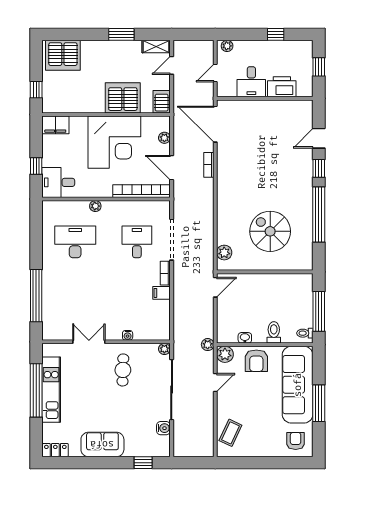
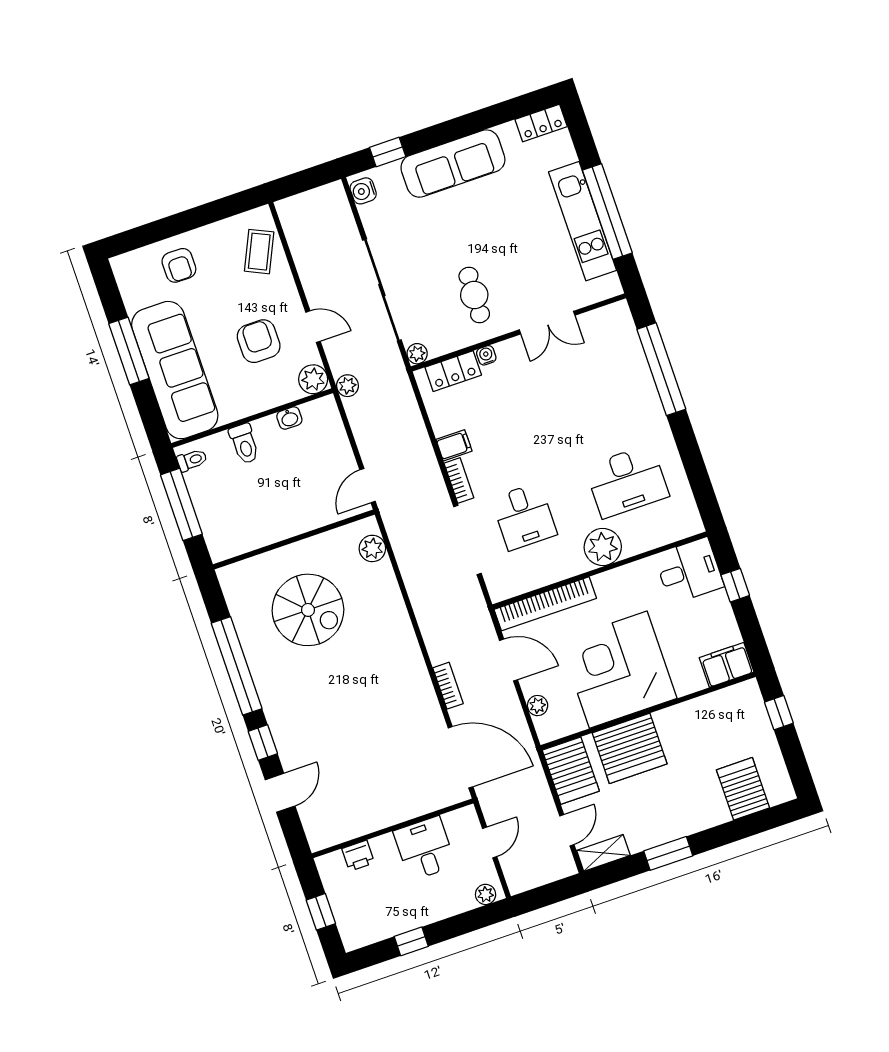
server rack: (63, 55) -> (743, 789), width x0.62
printer: (282, 87) -> (358, 856), width x0.53, depth x0.68
server rack: (162, 102) -> (571, 771), width x1.36, depth x1.44
plant: (95, 206) -> (603, 547), width x1.87, depth x1.87
locker: (148, 333) -> (453, 371), added
armchair: (256, 361) -> (259, 341), moved
door: (215, 383) -> (313, 327), swing flipped
water cooler: (163, 428) -> (363, 191), moved
armchair: (296, 441) -> (179, 265), moved
sofa: (102, 444) -> (453, 164), width x1.36

